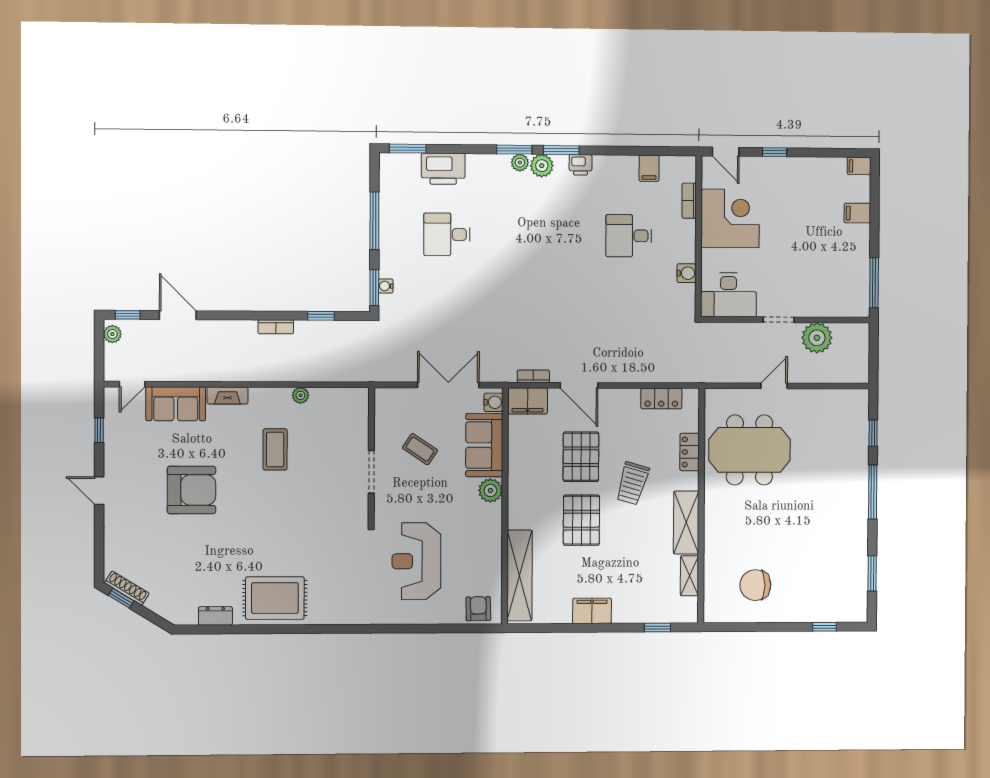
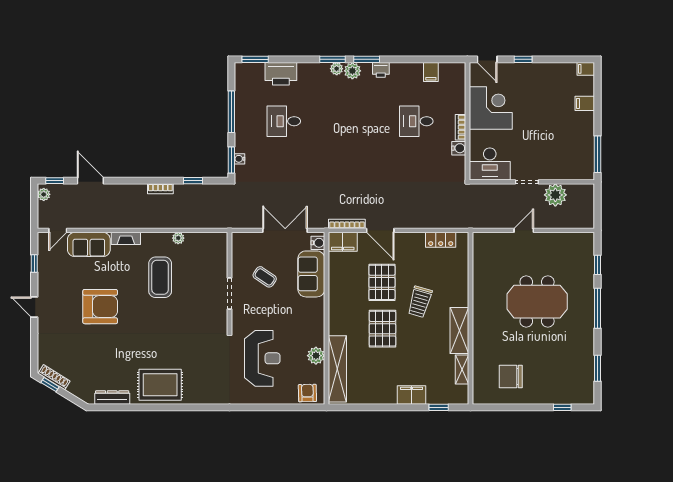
bookcase: (689, 201) -> (460, 127), moved
bookcase: (533, 376) -> (347, 224), width x1.56
coffee table: (275, 449) -> (160, 277), width x1.36, depth x1.32
meeting table: (749, 450) -> (537, 302), moved
locker: (690, 452) -> (462, 279), removed
plant: (490, 490) -> (316, 356), moved
reception desk: (416, 561) -> (262, 358), turned 180
filing cabinet: (592, 611) -> (412, 395), moved
dresser: (215, 616) -> (112, 398), width x1.44

